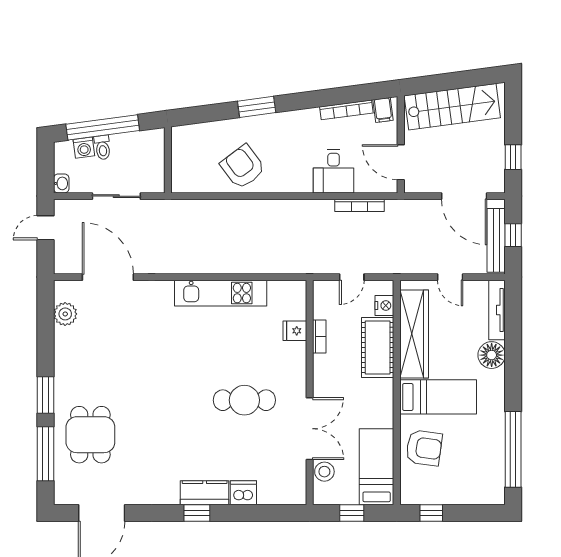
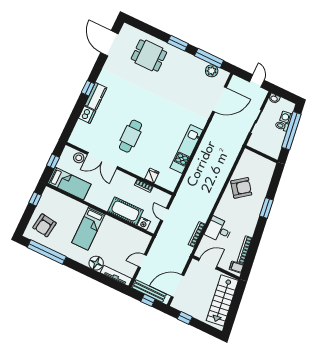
wardrobe: (414, 334) -> (124, 231), removed
armchair: (424, 448) -> (45, 225), moved
window: (45, 454) -> (209, 58), moved

